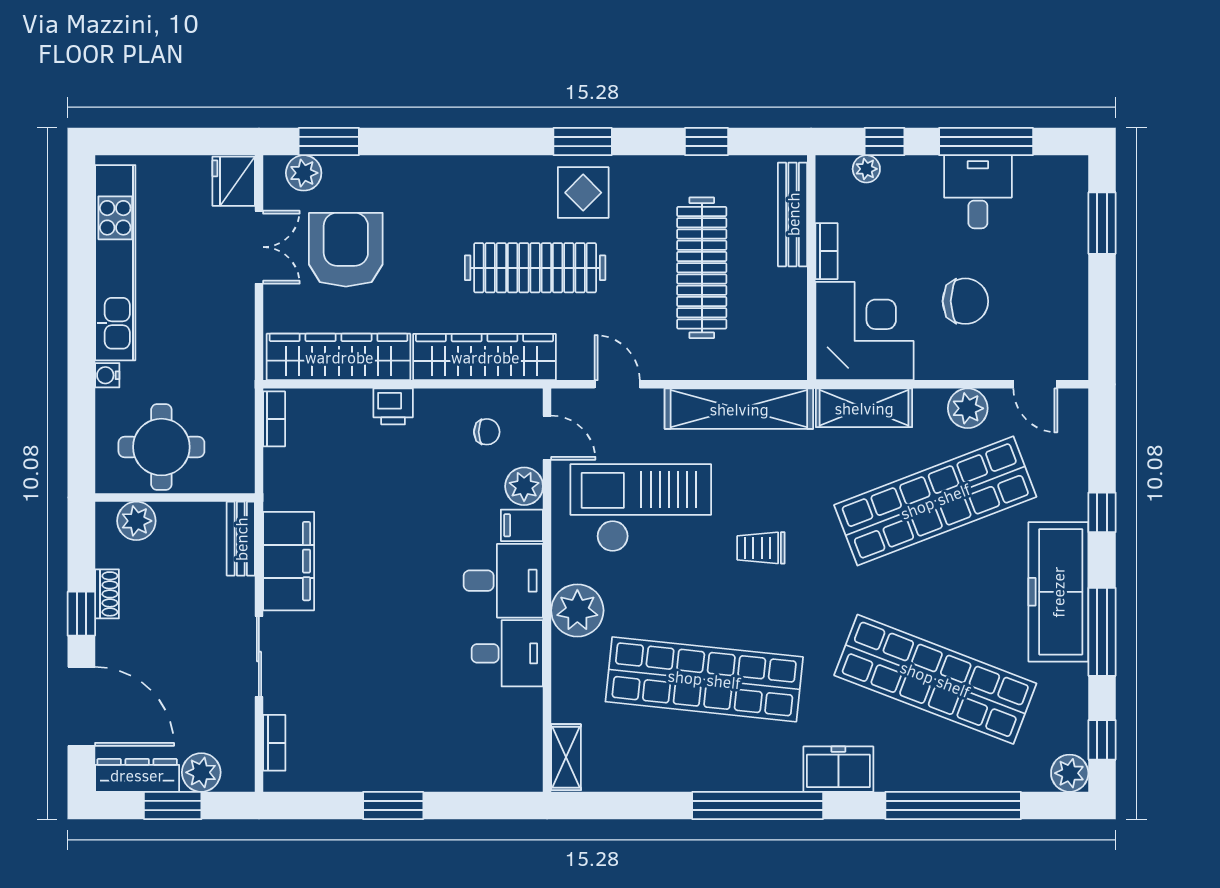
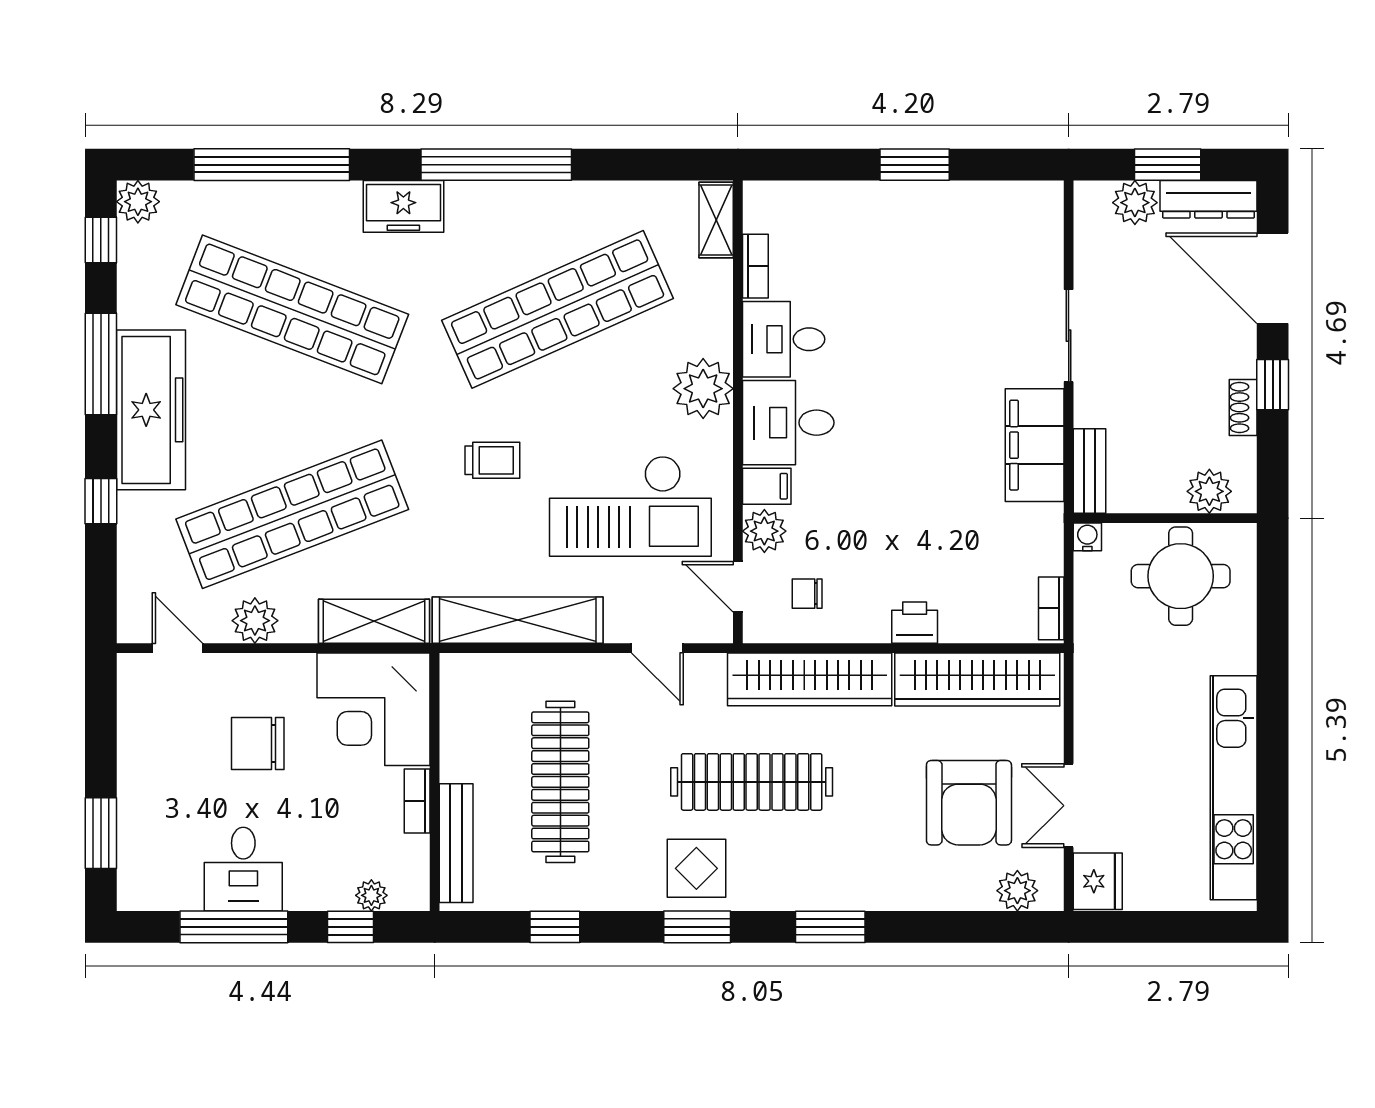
window: (329, 142) -> (830, 927), moved
water cooler: (107, 375) -> (1087, 537), moved, turned -90
shop shelf: (704, 679) -> (558, 309), turned -30
bookcase: (274, 743) -> (755, 266), moved, turned 180

